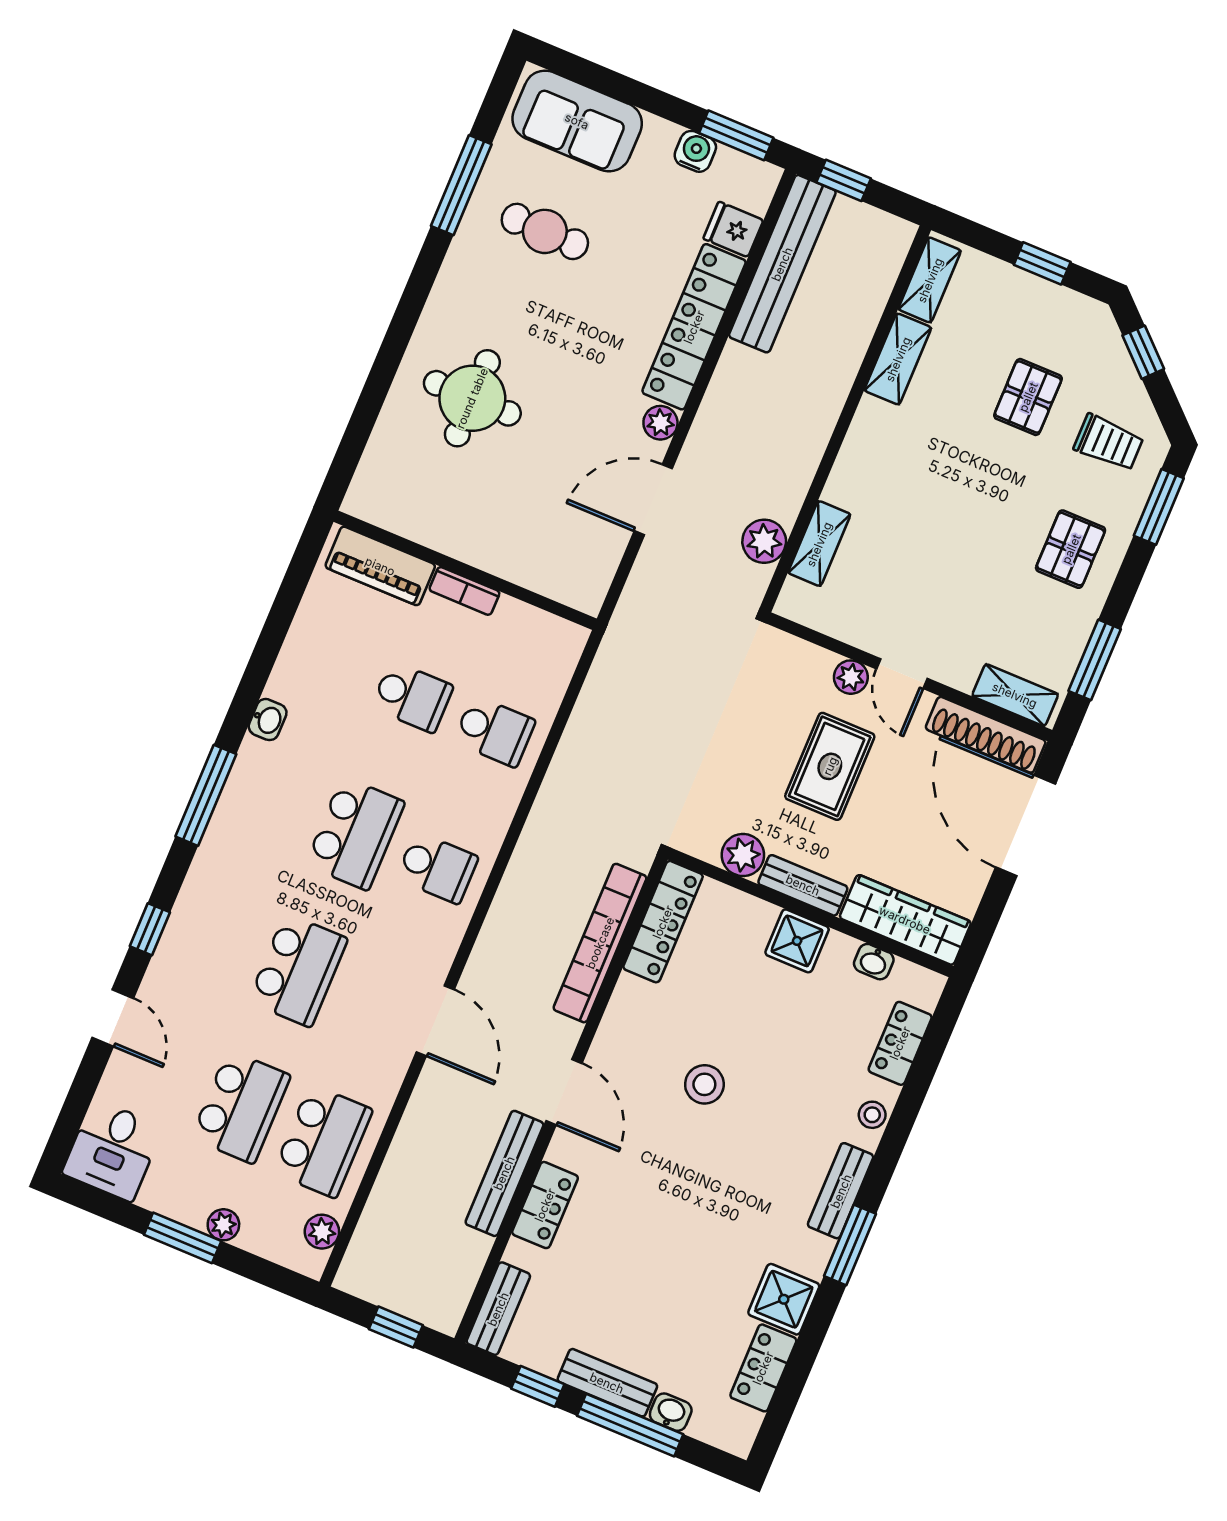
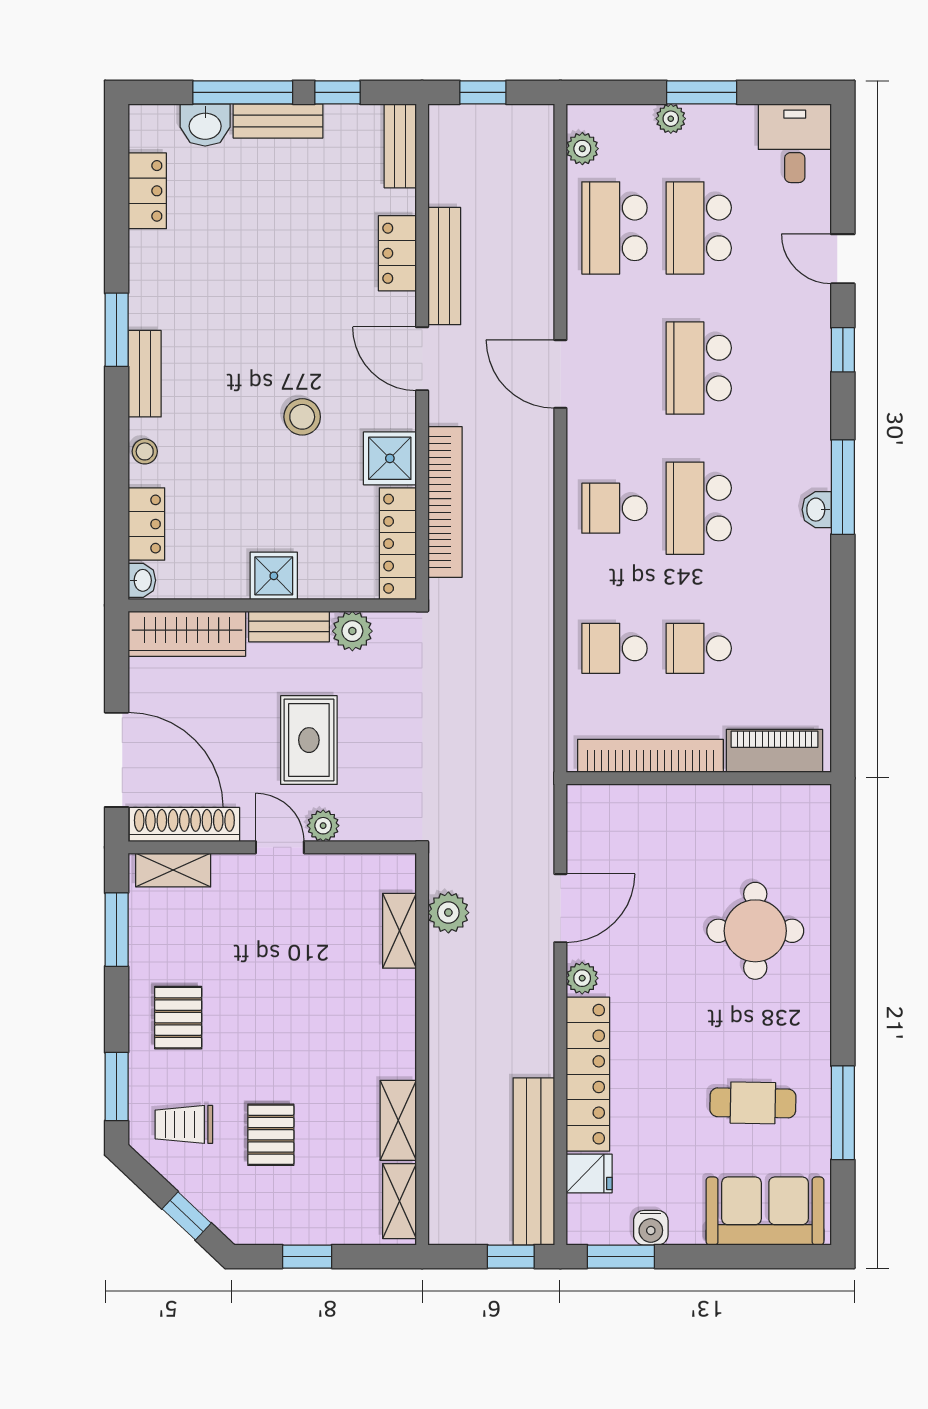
bookcase: (464, 591) -> (650, 756), width x2.31, depth x1.31
washbasin: (268, 720) -> (817, 510), moved
washbasin: (874, 962) -> (142, 580), moved, turned 90
shower: (784, 1299) -> (390, 458), moved
washbasin: (671, 1412) -> (205, 125), width x1.38, depth x1.45

